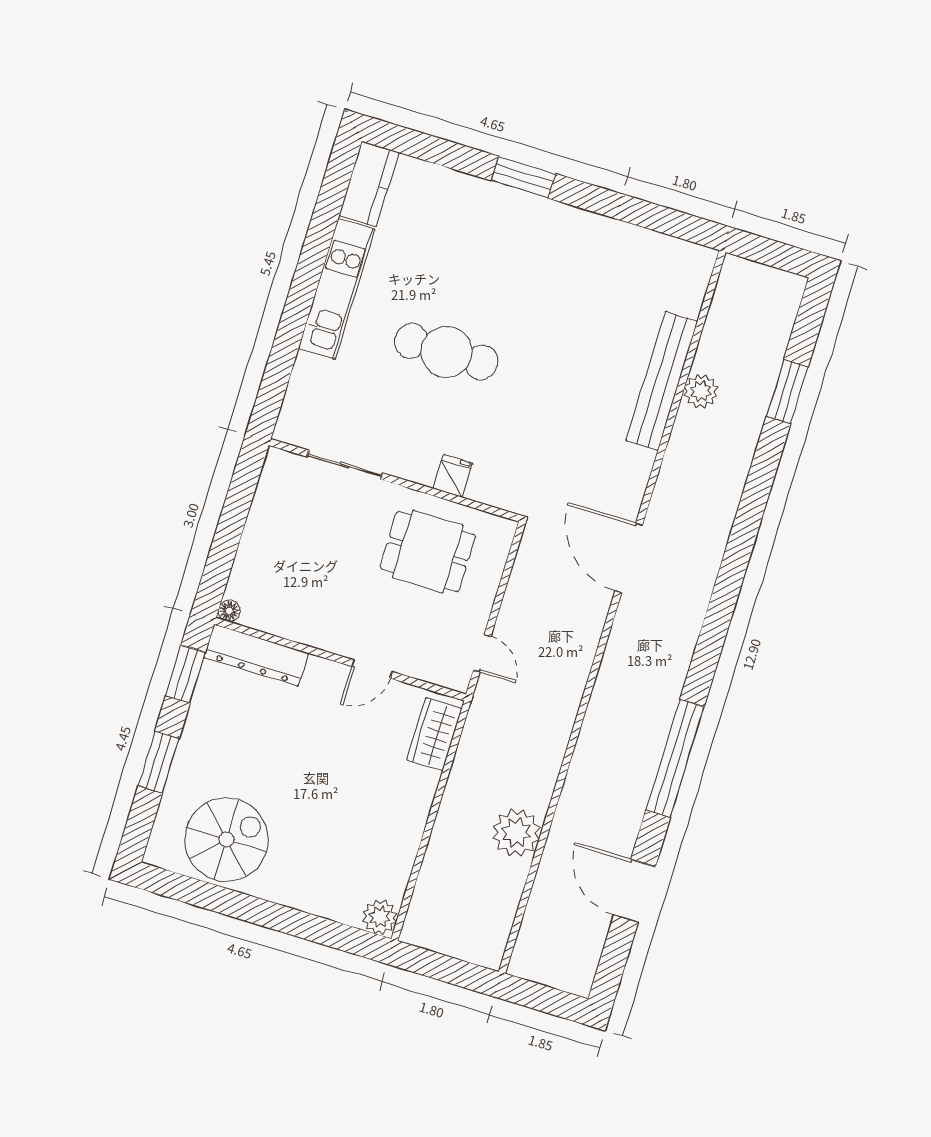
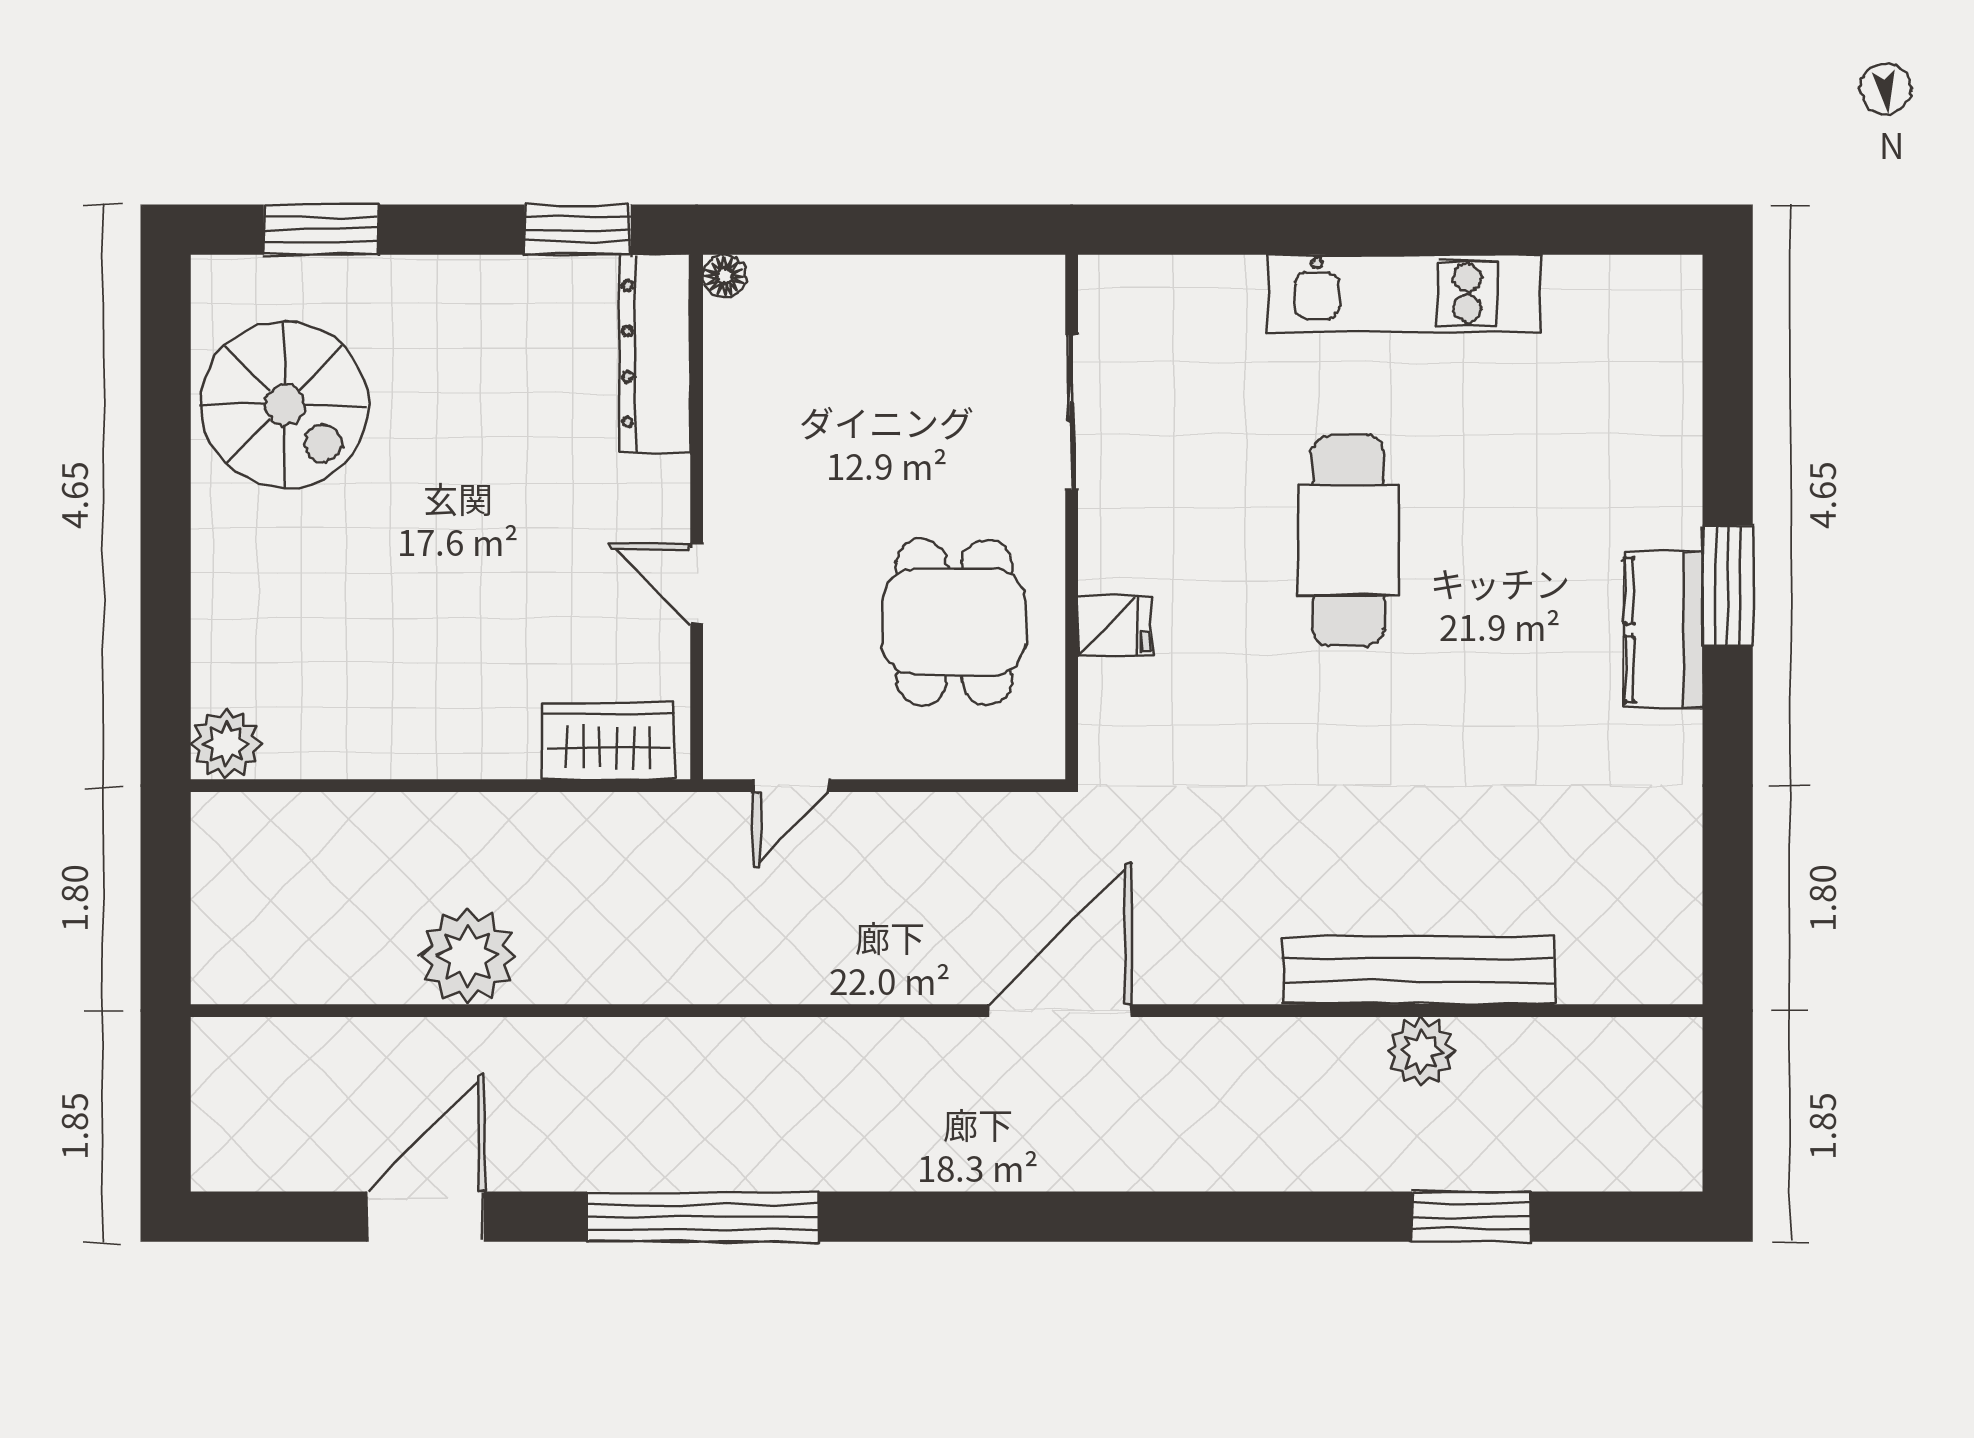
kitchen counter: (369, 184) -> (1663, 630), moved, turned 90
window: (159, 762) -> (321, 230), moved

